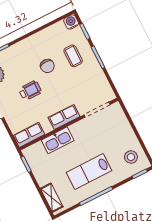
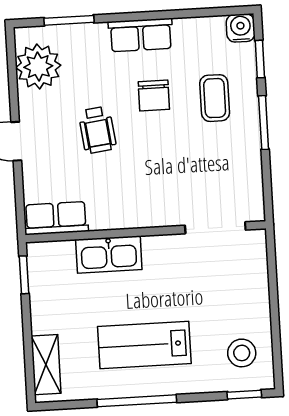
wheelchair: (30, 91) -> (97, 130), turned 83
row of seats: (64, 117) -> (141, 35), moved, turned 180

